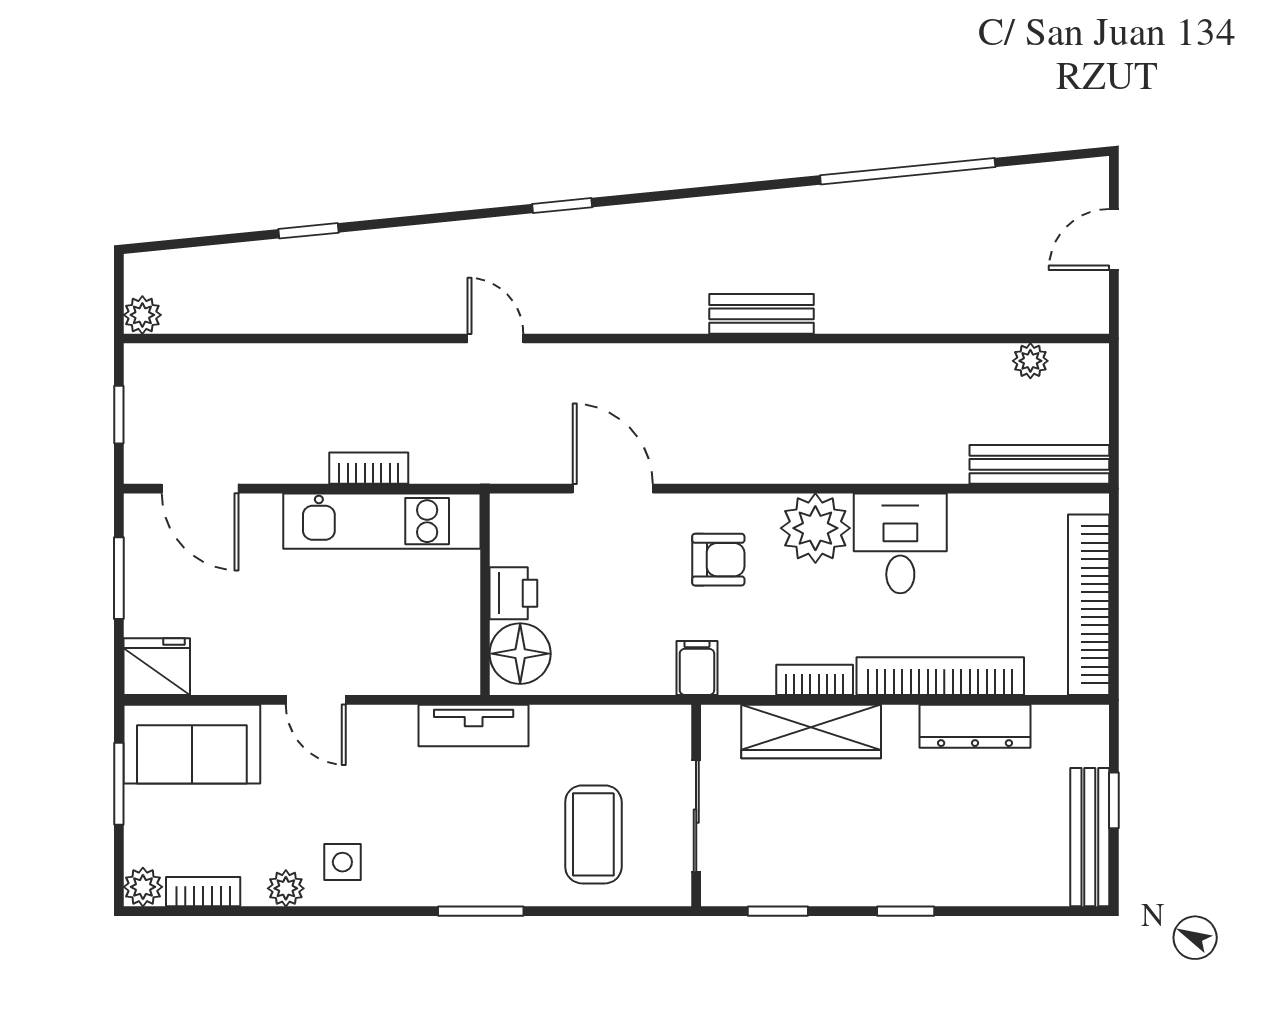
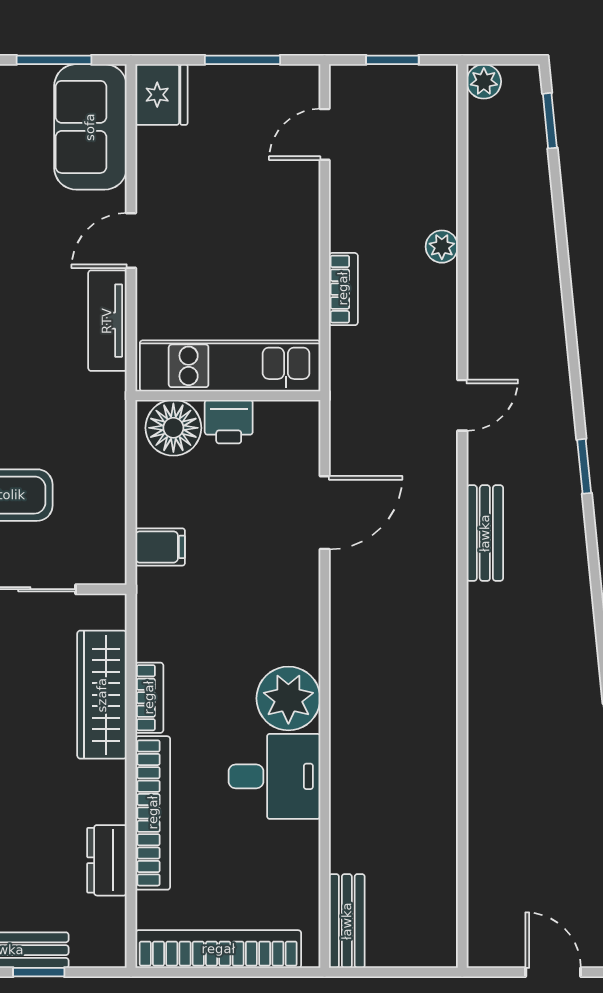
window: (308, 231) -> (550, 121), moved
bench: (761, 314) -> (485, 533), moved
plant: (1030, 361) -> (442, 247), moved
bench: (1039, 464) -> (347, 921), width x0.73
door: (200, 489) -> (325, 134), width x0.73
kitchen unit: (382, 521) -> (230, 366), moved, turned 90
armchair: (718, 560) -> (260, 610), removed
filing cabinet: (697, 668) -> (160, 547), moved
tv unit: (474, 726) -> (107, 321), moved
dresser: (975, 726) -> (107, 860), width x0.70

